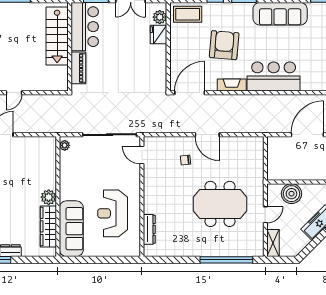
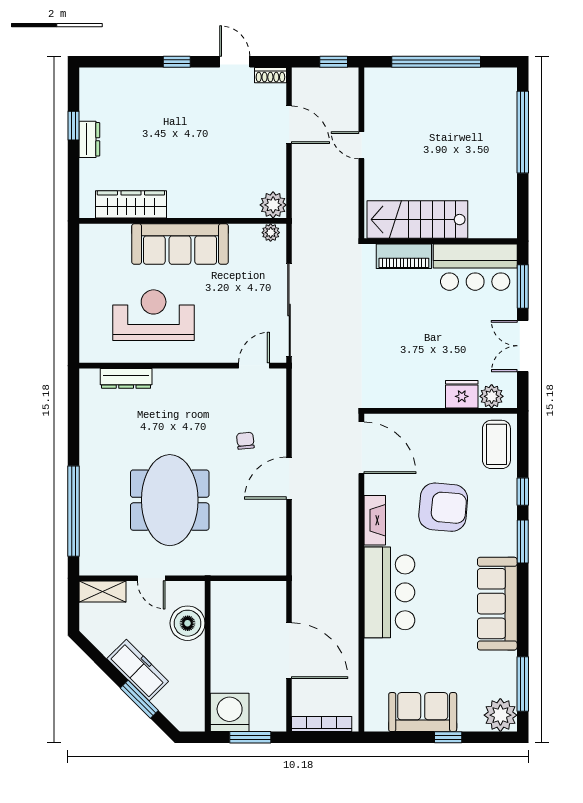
stairs: (57, 36) -> (417, 220), moved
plant: (49, 197) -> (273, 205), moved
sofa: (71, 229) -> (180, 244), moved

